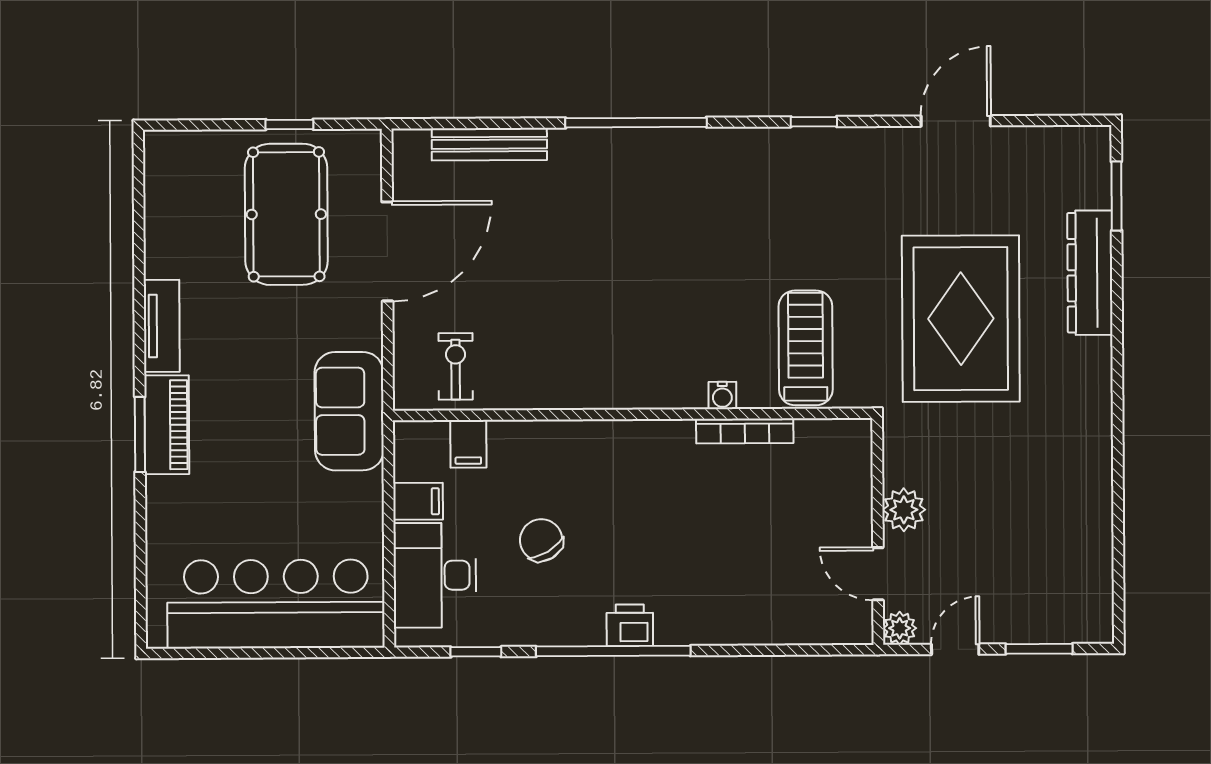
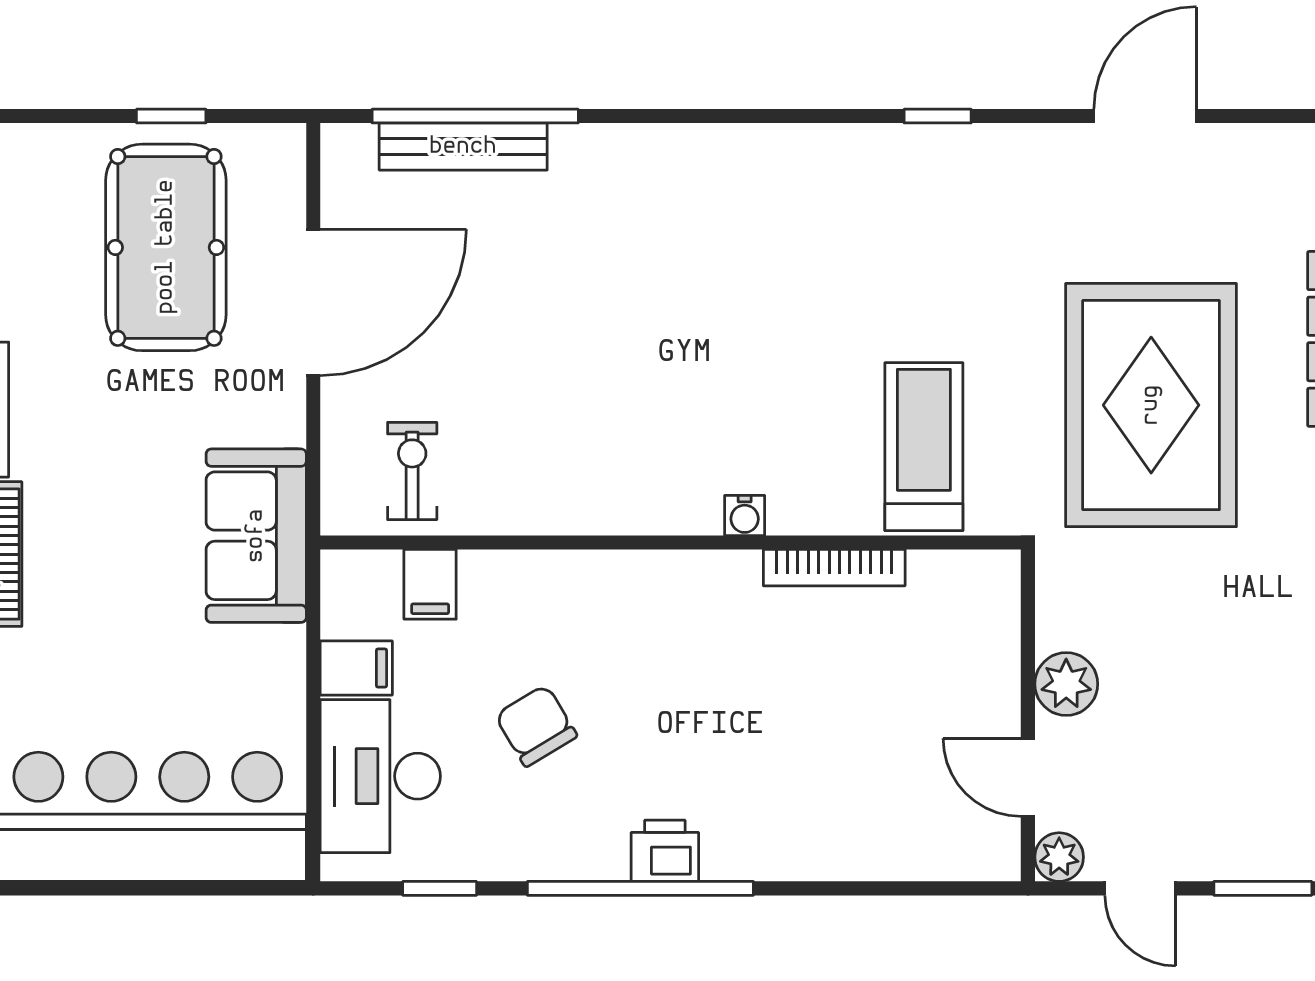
window: (636, 123) -> (475, 116), moved
water cooler: (722, 395) -> (745, 516), moved
door: (955, 649) -> (1140, 888), swing flipped

